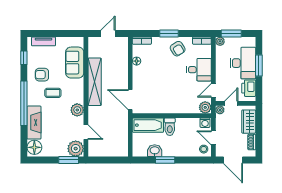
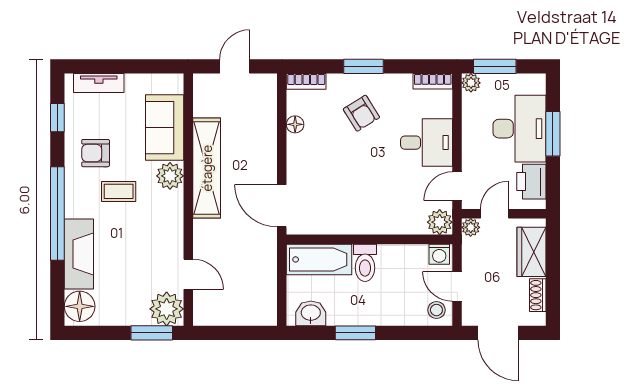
armchair: (178, 49) -> (361, 113), moved
plant: (77, 110) -> (170, 176), moved
washbasin: (155, 151) -> (311, 313), moved

